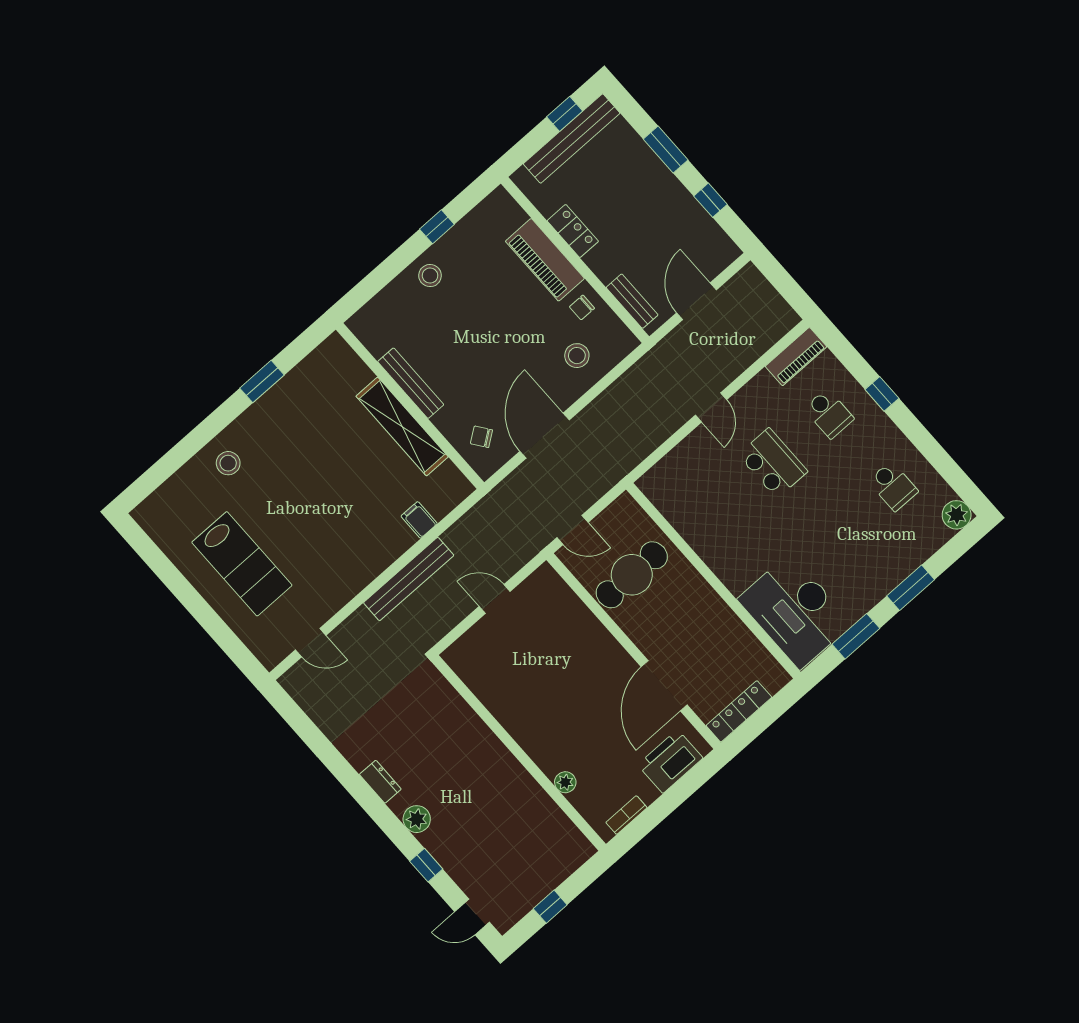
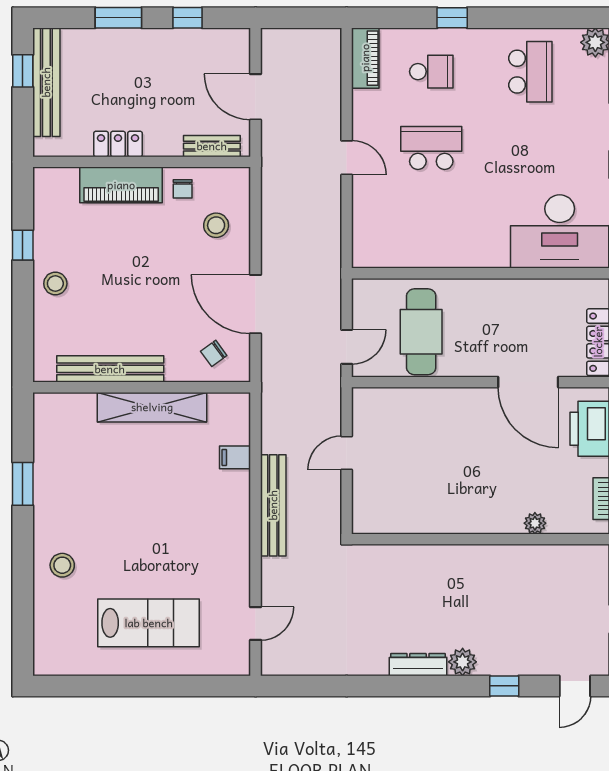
bench: (411, 383) -> (110, 369), width x1.37, depth x1.21
school desk: (893, 486) -> (530, 72), width x1.85
dresser: (380, 782) -> (418, 665), width x1.44

